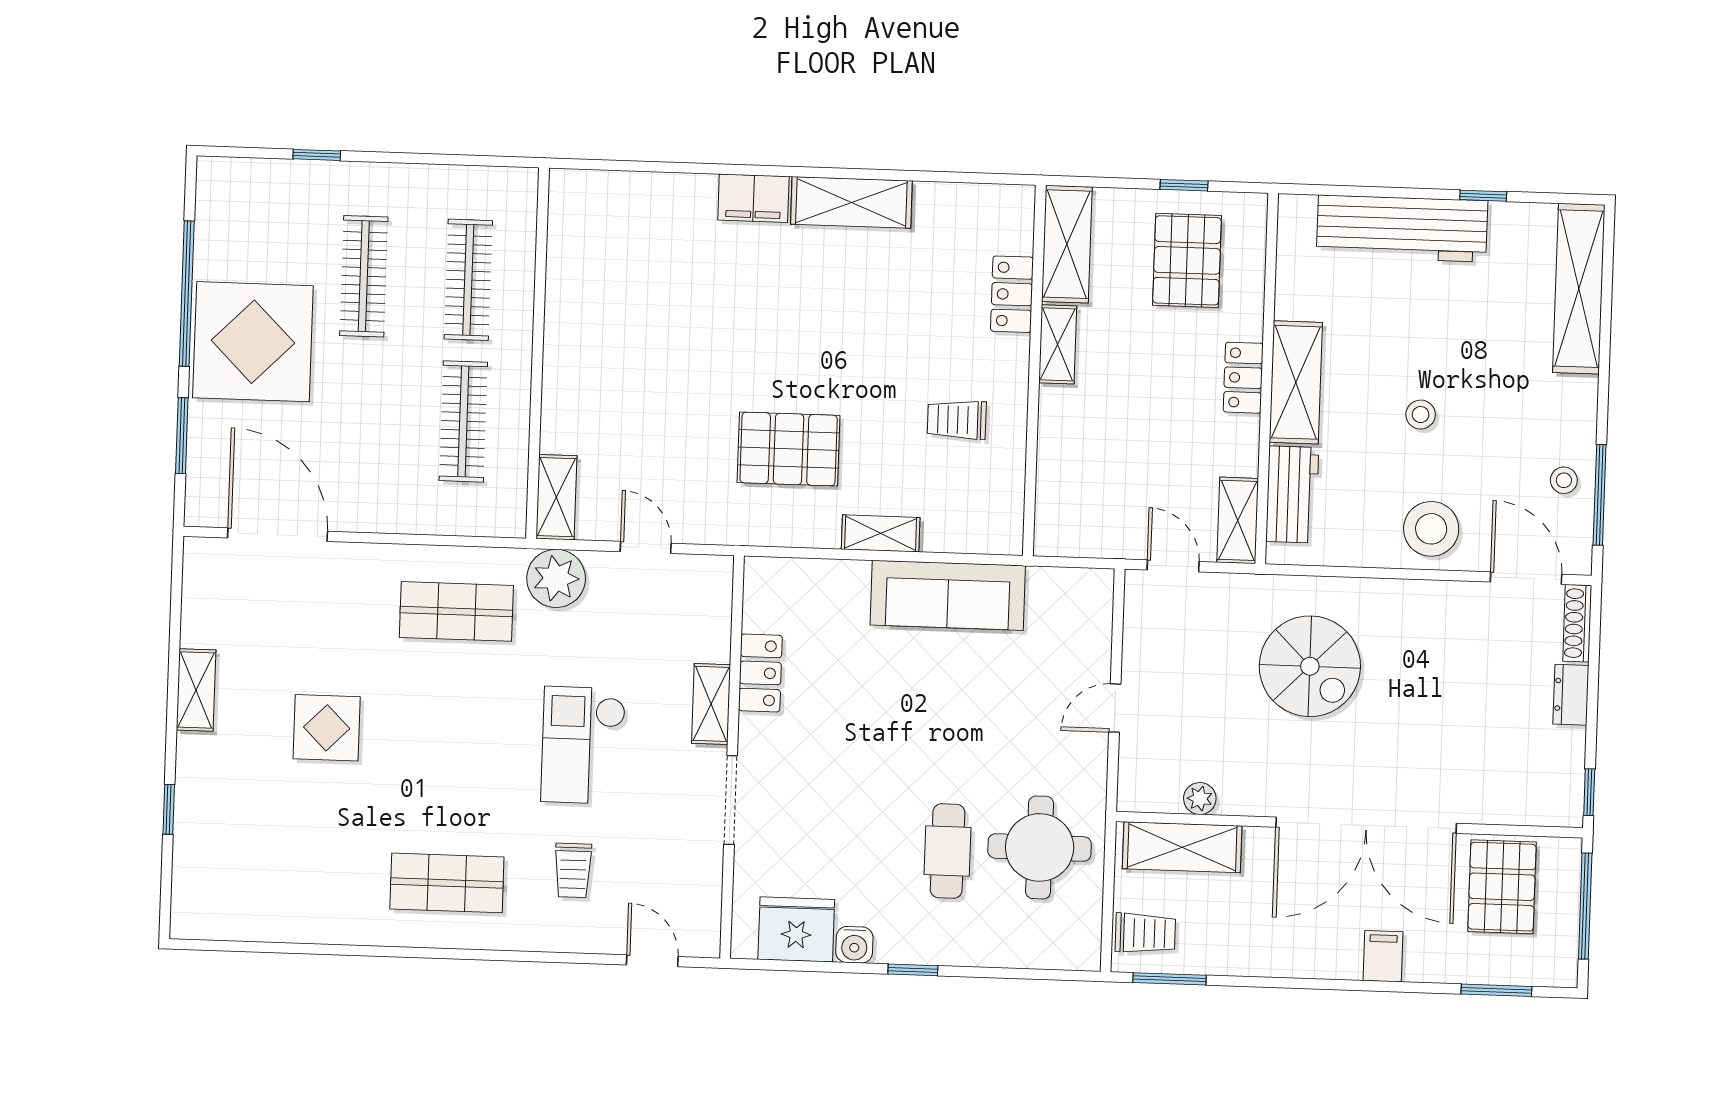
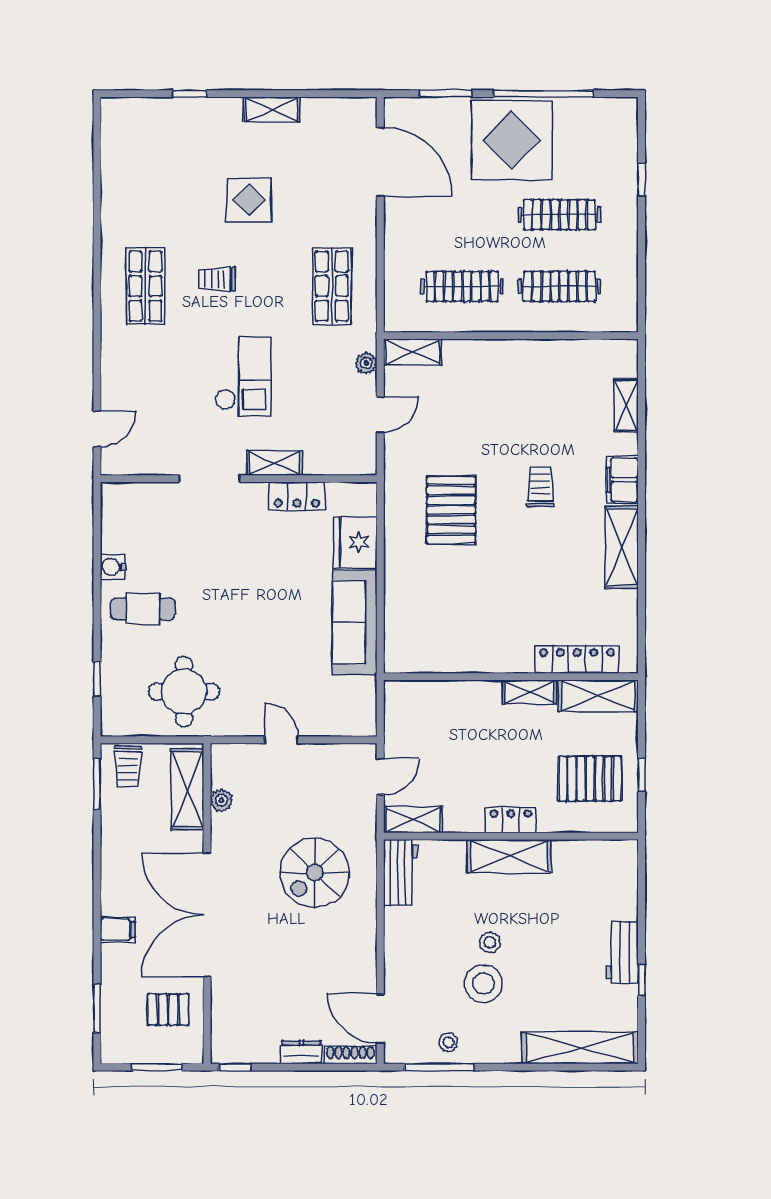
workbench: (1402, 228) -> (622, 952), width x0.53, depth x0.76
locker: (1012, 294) -> (577, 659), width x1.53
trolley: (957, 420) -> (540, 487), moved
workbench: (1292, 494) -> (401, 872), moved, turned -90
stool: (1431, 529) -> (483, 983), moved
shelving: (881, 533) -> (626, 405), moved
door: (278, 535) -> (380, 162), hinge flipped
plant: (556, 578) -> (366, 363), width x0.53, depth x0.53
door: (1526, 578) -> (380, 1019), swing flipped
checkout: (583, 745) -> (243, 376), turned 90
cafe table: (948, 851) -> (143, 609), moved
trolley: (573, 870) -> (217, 279), moved
pallet: (1502, 887) -> (168, 1010), width x0.67, depth x0.71
window: (1585, 906) -> (157, 1067), width x0.69
fridge: (796, 929) -> (355, 542), moved, turned 180
window: (913, 970) -> (97, 679), moved

